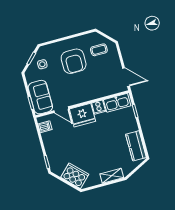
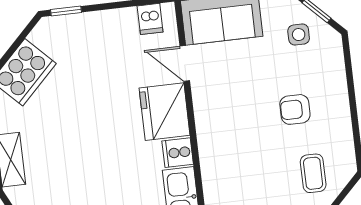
armchair: (74, 61) -> (295, 109), width x0.53, depth x0.53
door: (61, 110) -> (185, 63), hinge flipped

